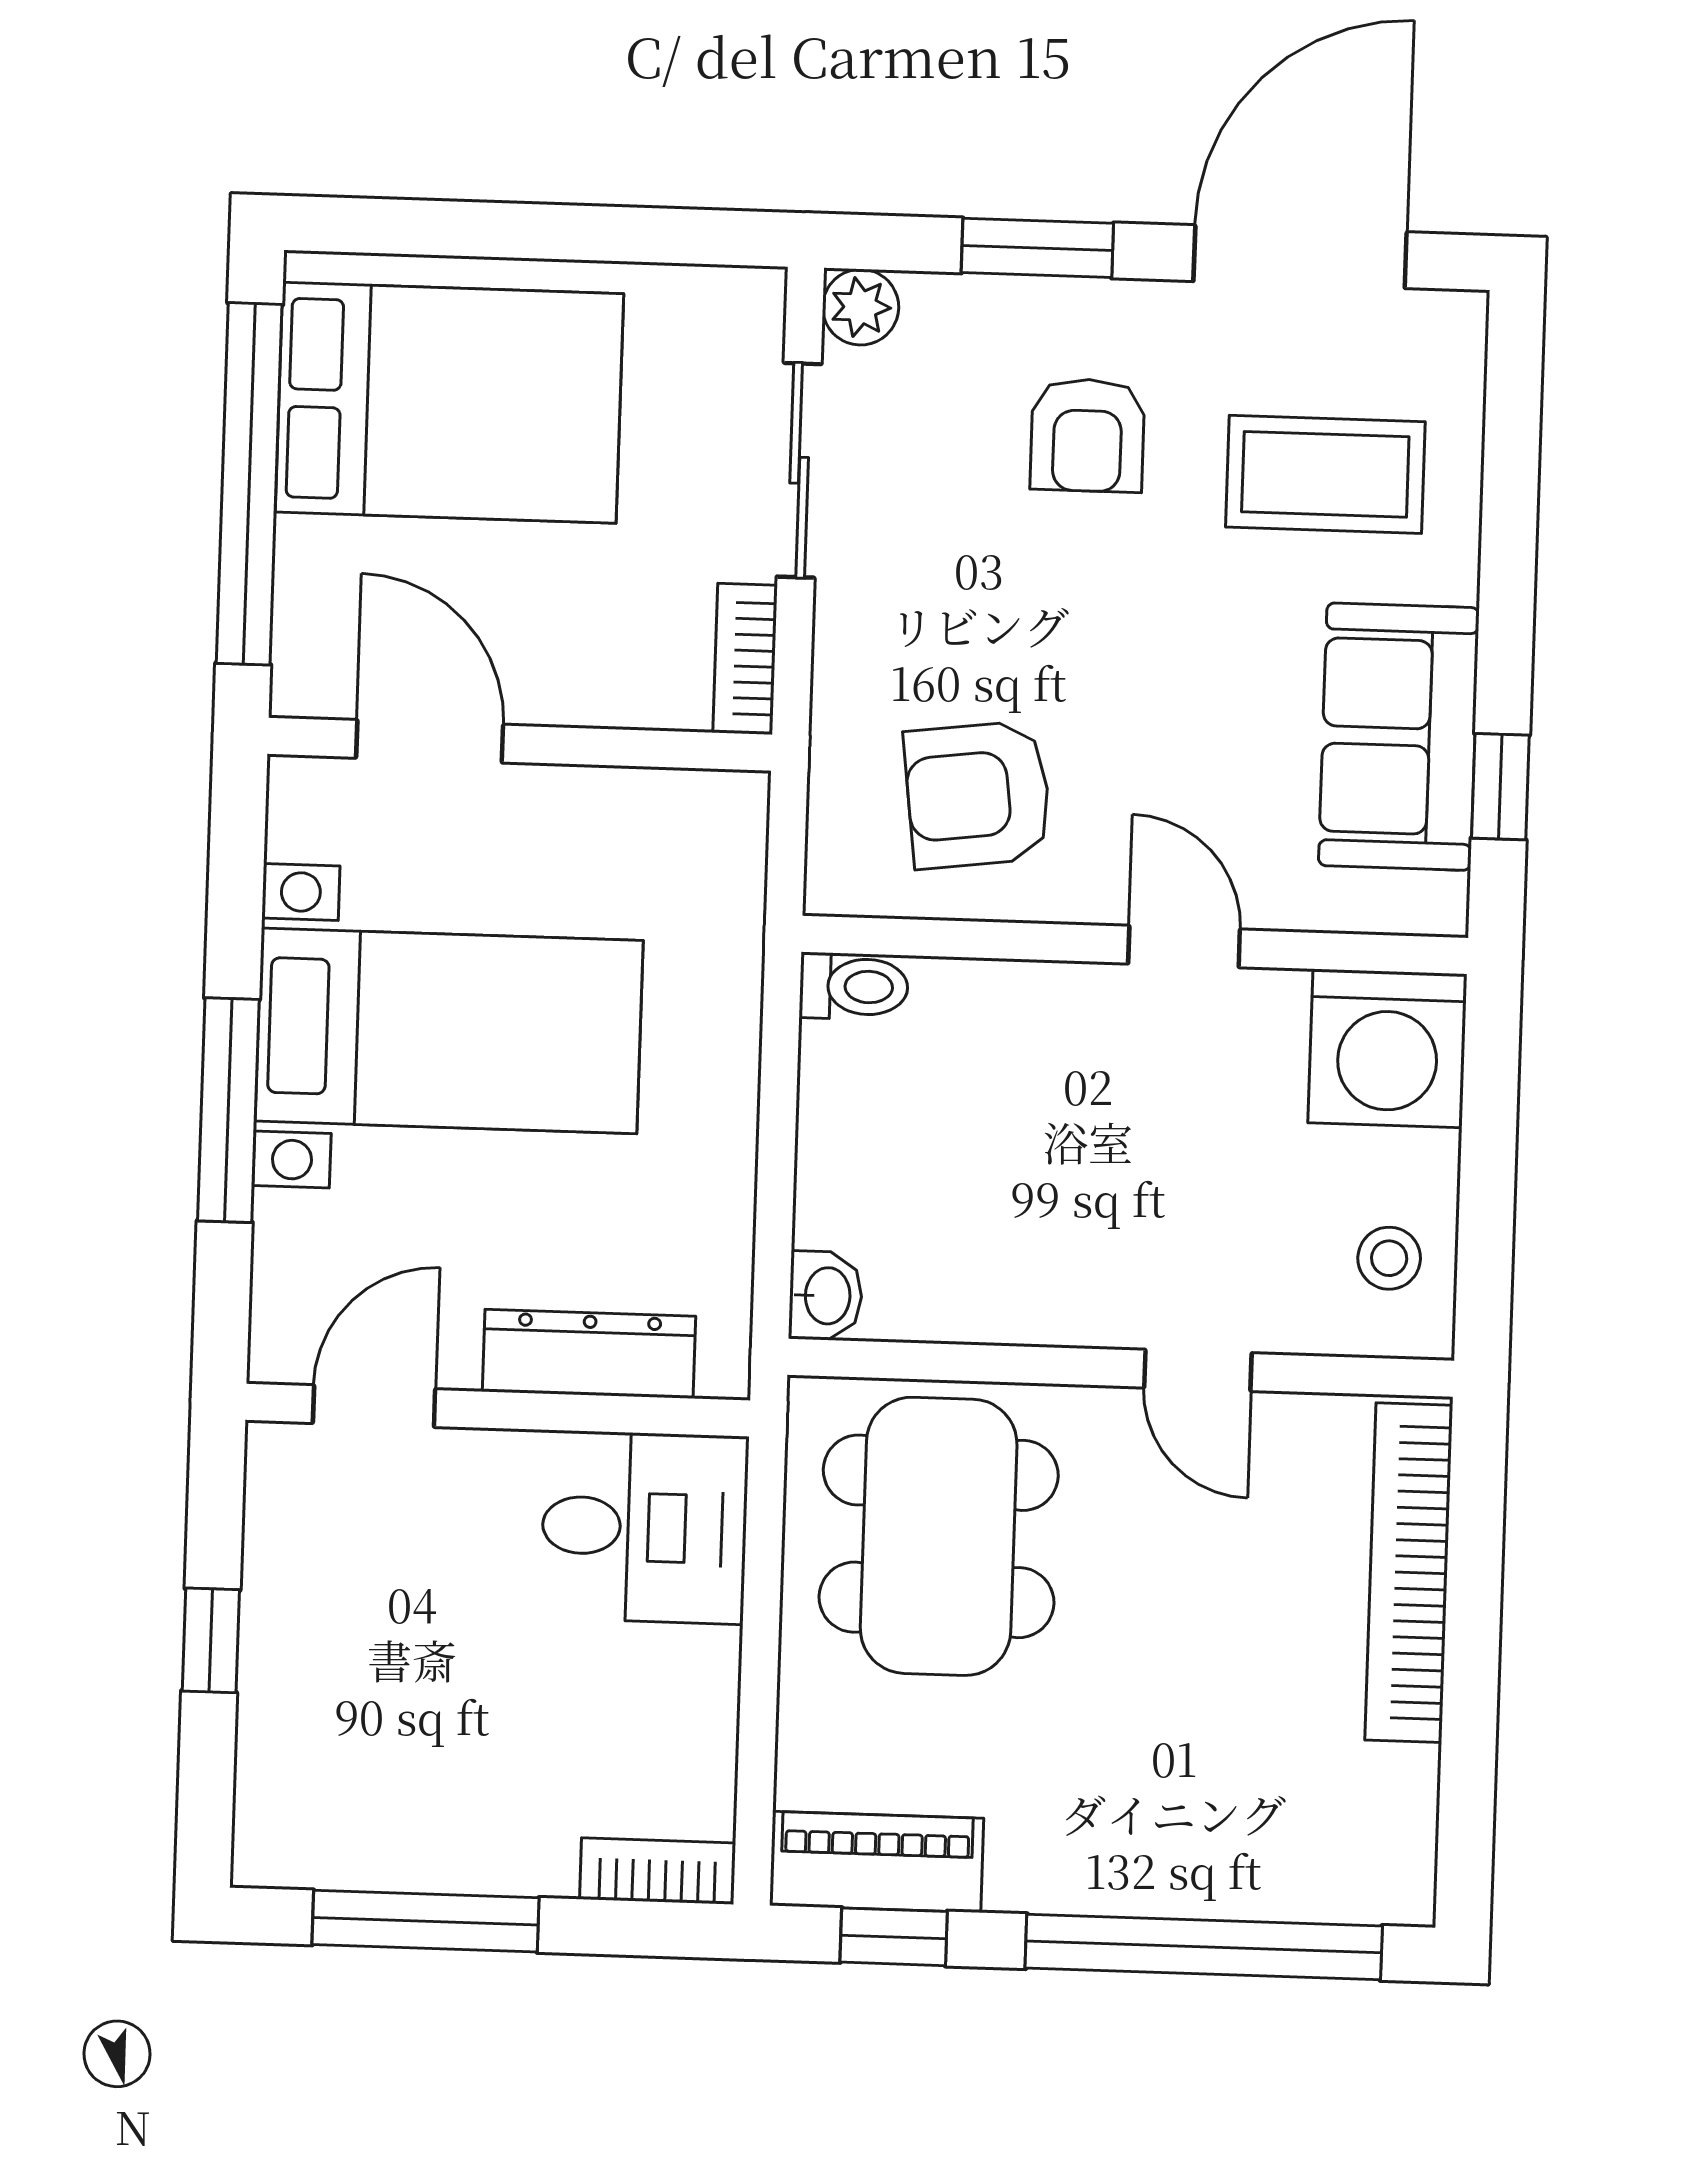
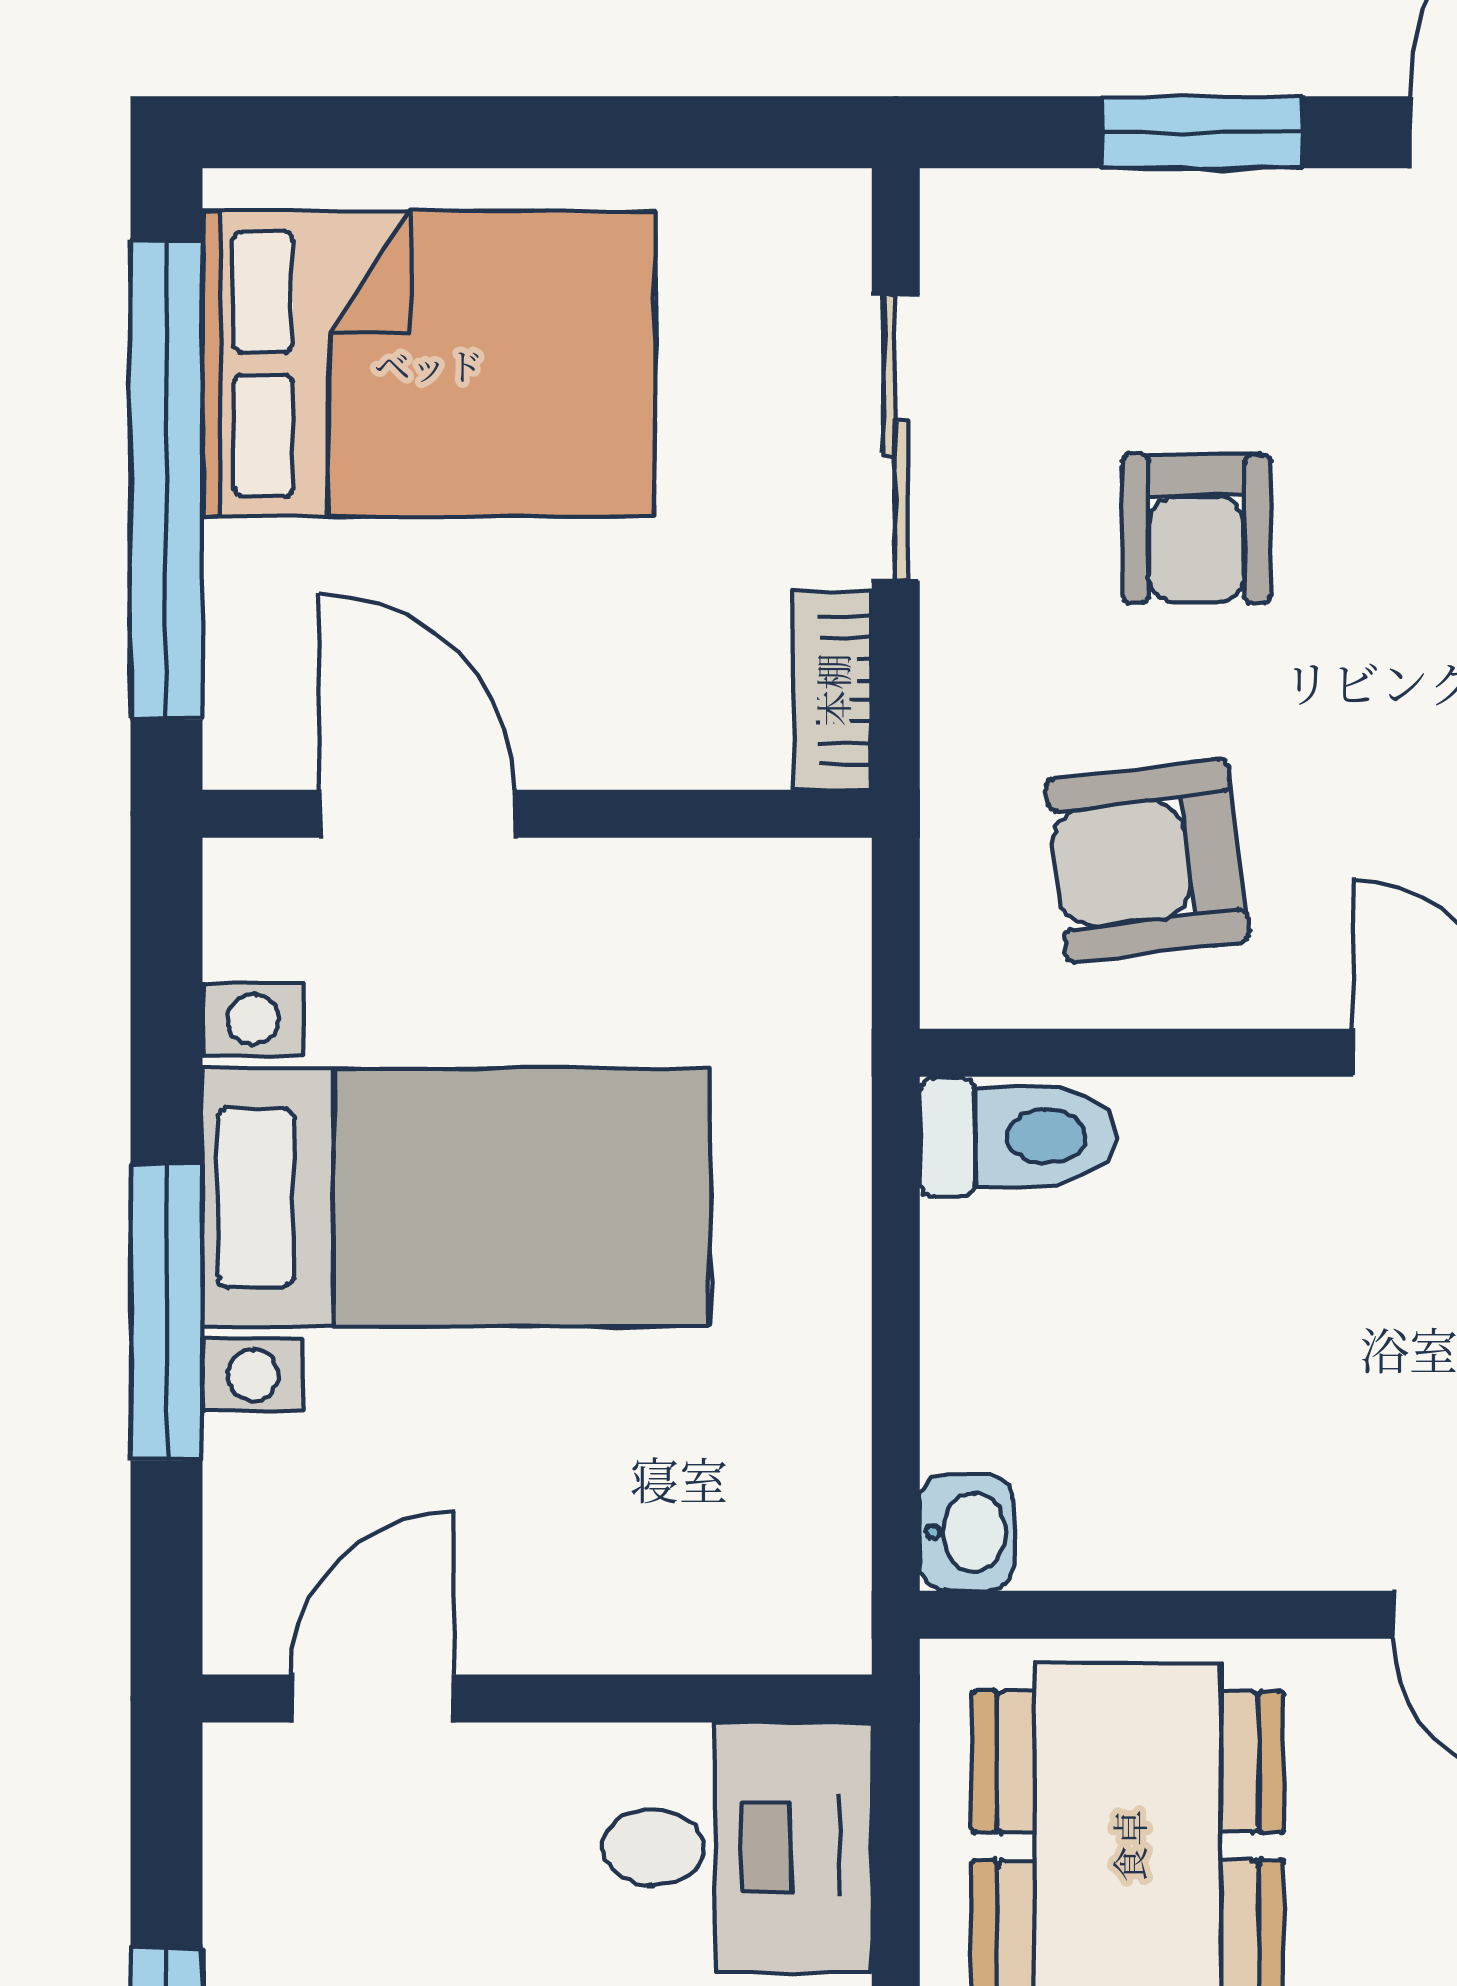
plant: (861, 307) -> (970, 219), removed
armchair: (1087, 435) -> (1196, 529), moved
toilet: (854, 987) -> (1018, 1137), width x1.37, depth x1.39
dresser: (589, 1354) -> (656, 1620), removed

